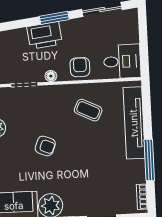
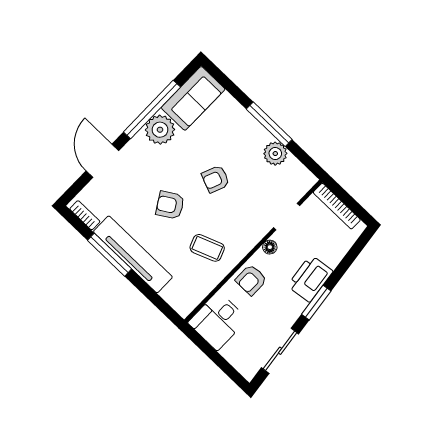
armchair: (80, 67) -> (251, 280), turned 90
coffee table: (88, 110) -> (207, 248), turned 43
tv unit: (134, 123) -> (133, 254), moved
armchair: (86, 156) -> (170, 205), added

